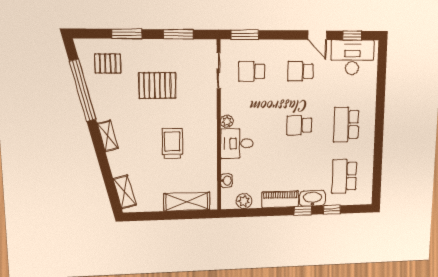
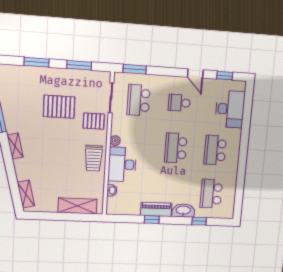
desk: (352, 57) -> (230, 109), moved, turned 90
pallet: (108, 63) -> (94, 121), moved
school desk: (252, 71) -> (139, 100), width x1.85
school desk: (299, 125) -> (176, 148), width x1.85
desk: (237, 143) -> (122, 164), width x1.37
trolley: (172, 144) -> (94, 158), moved, turned 180
plant: (244, 201) -> (126, 209), removed
window: (303, 211) -> (152, 220), moved

